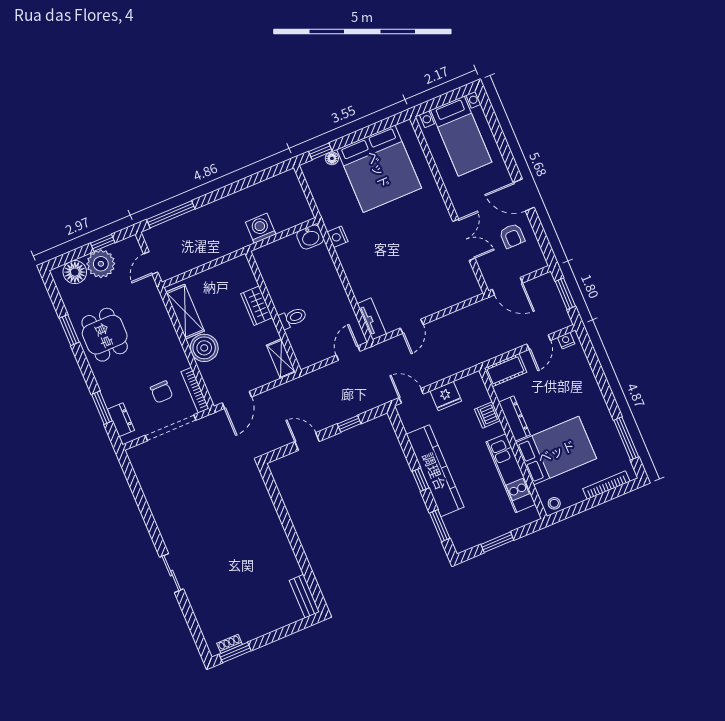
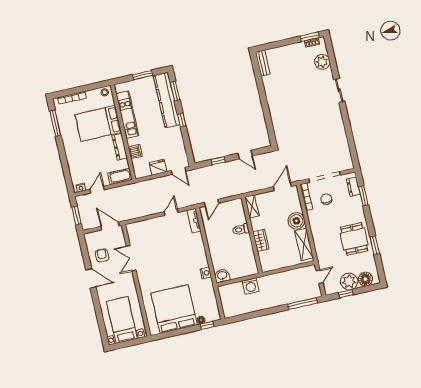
kitchen counter: (435, 471) -> (167, 100), moved
plant: (207, 615) -> (322, 62), added

